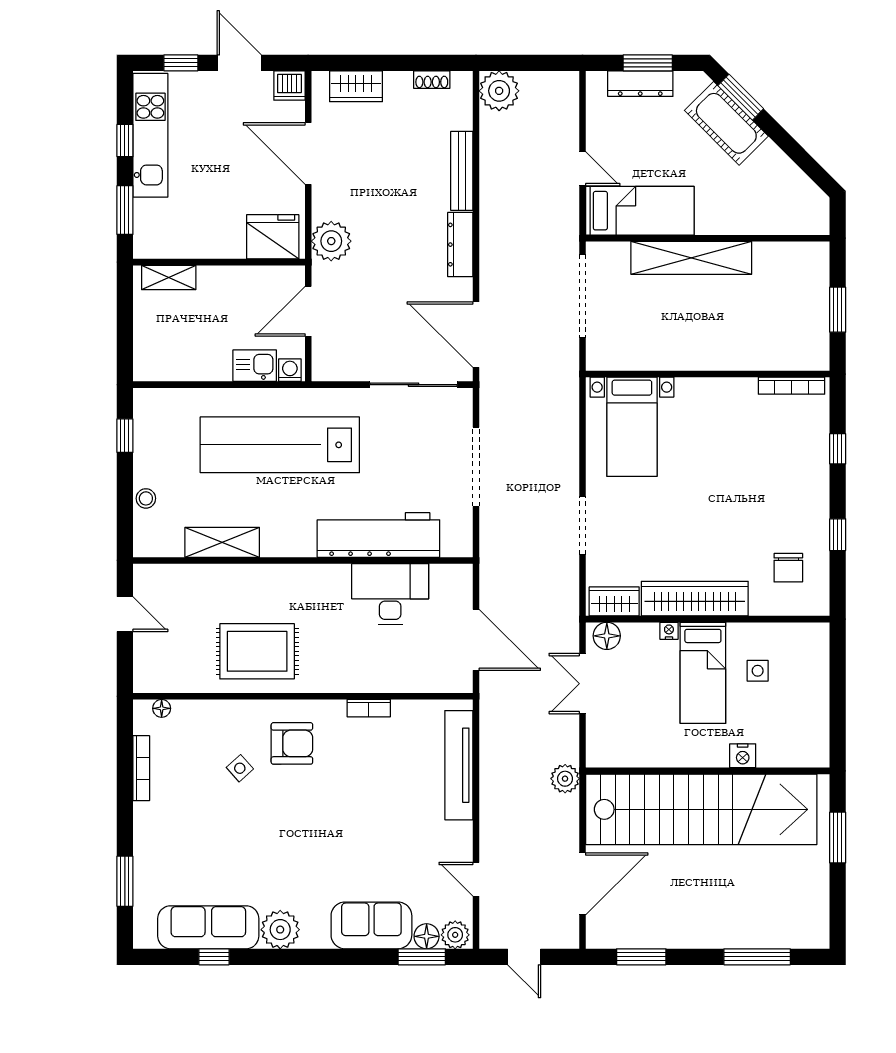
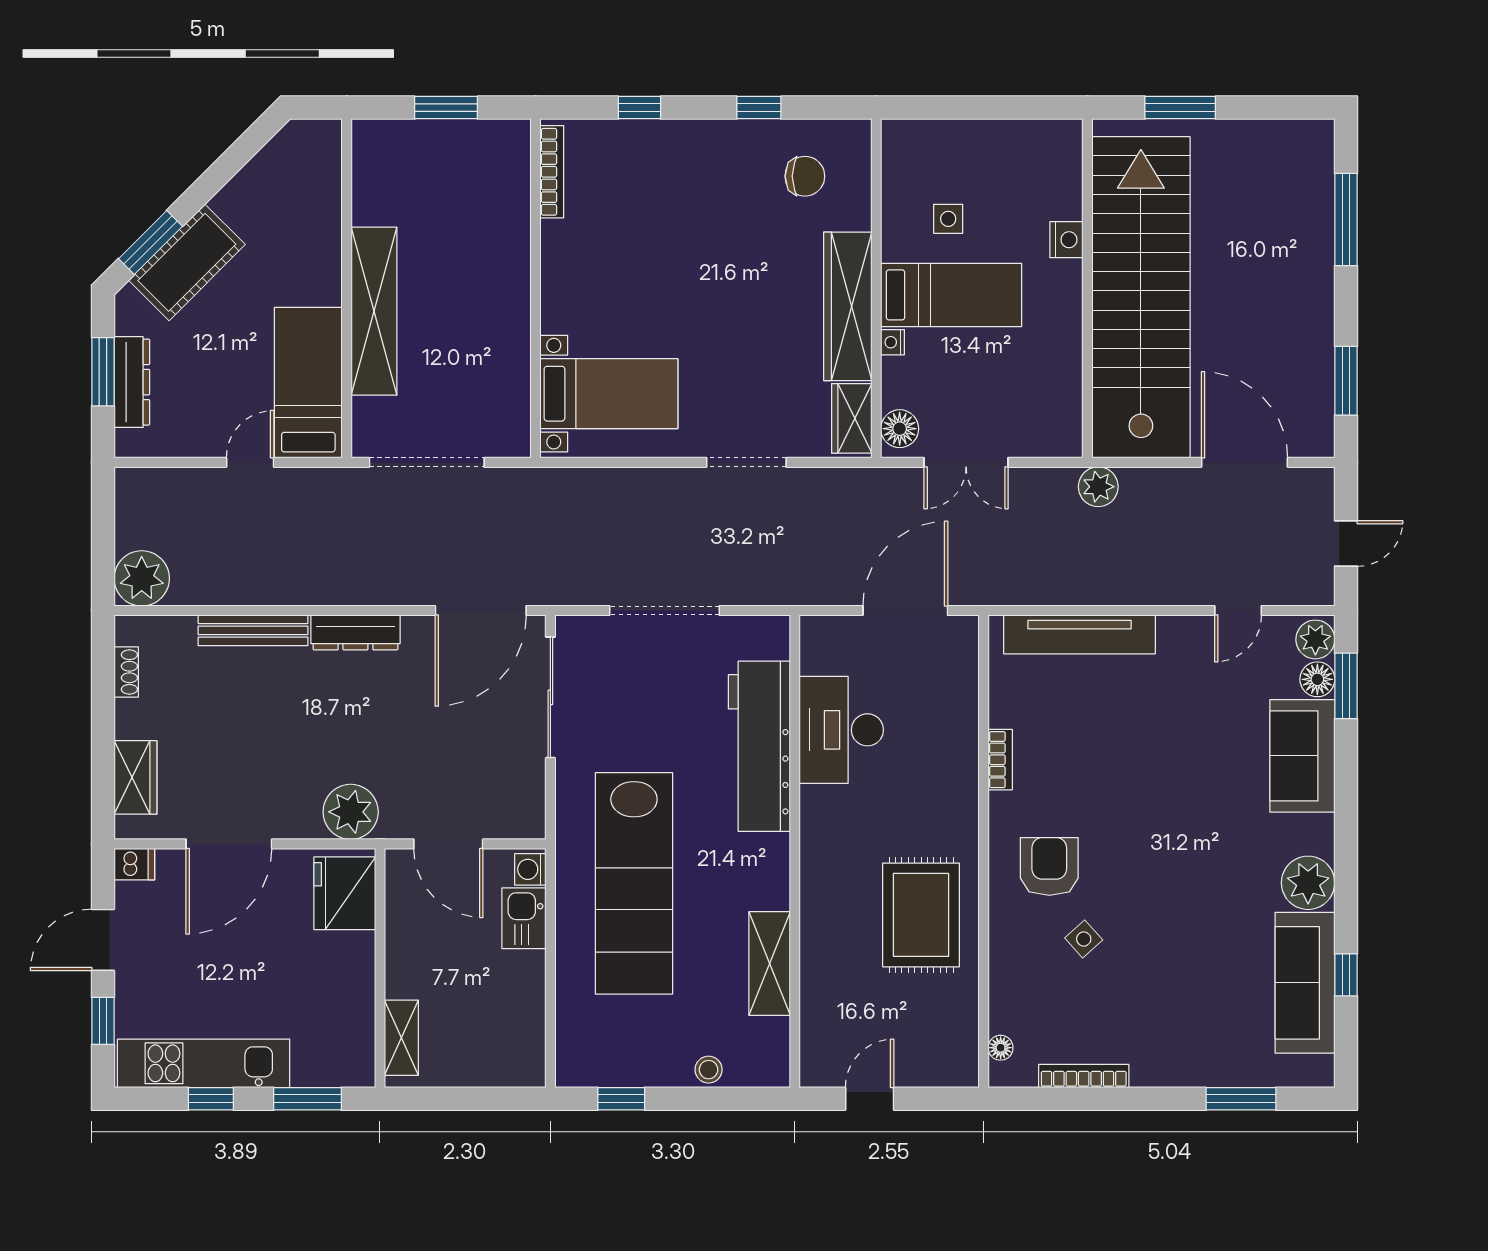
dishwasher: (289, 86) -> (134, 864), width x0.73

